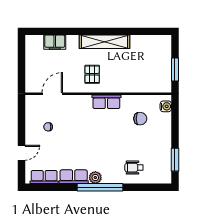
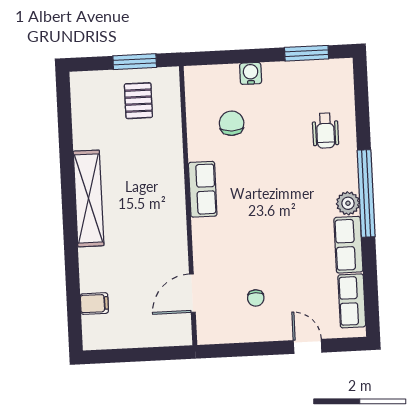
filing cabinet: (55, 42) -> (94, 304), width x0.50
pallet: (92, 74) -> (138, 101), moved, turned 90
door: (52, 94) -> (192, 293), hinge flipped
water cooler: (166, 106) -> (251, 73), moved

